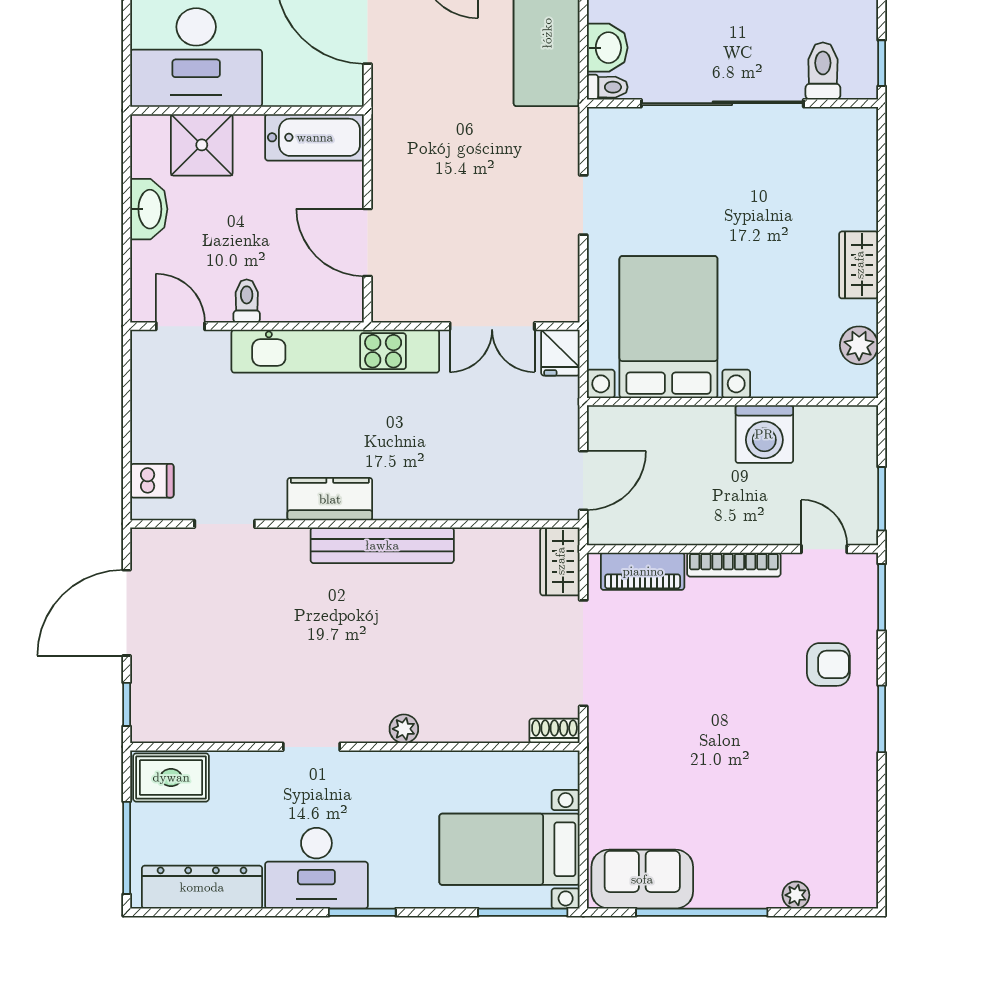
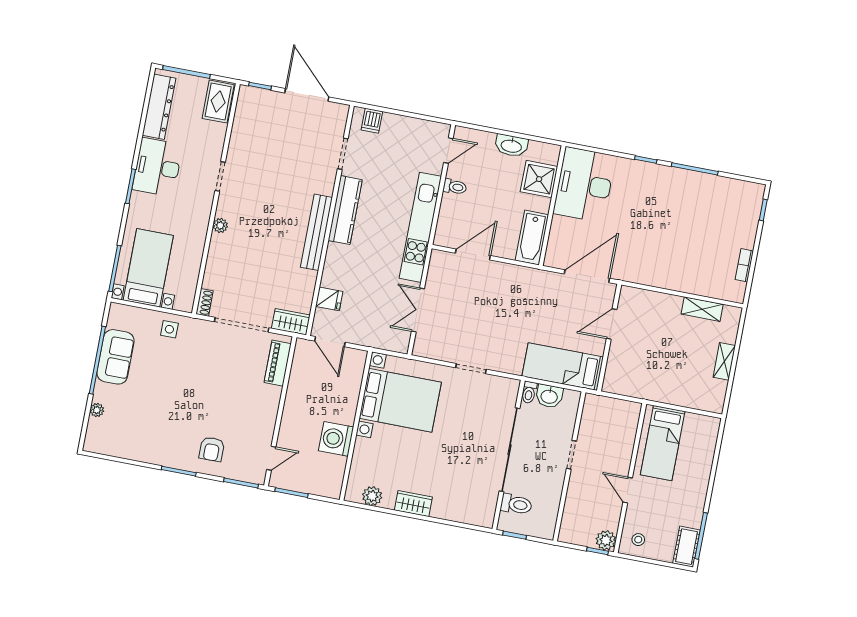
fridge: (560, 353) -> (329, 299), moved, turned 180
kitchen counter: (330, 499) -> (345, 210), width x1.50
bookcase: (734, 565) -> (272, 411), removed
side table: (618, 787) -> (169, 329), added
sofa: (642, 879) -> (116, 357), moved

